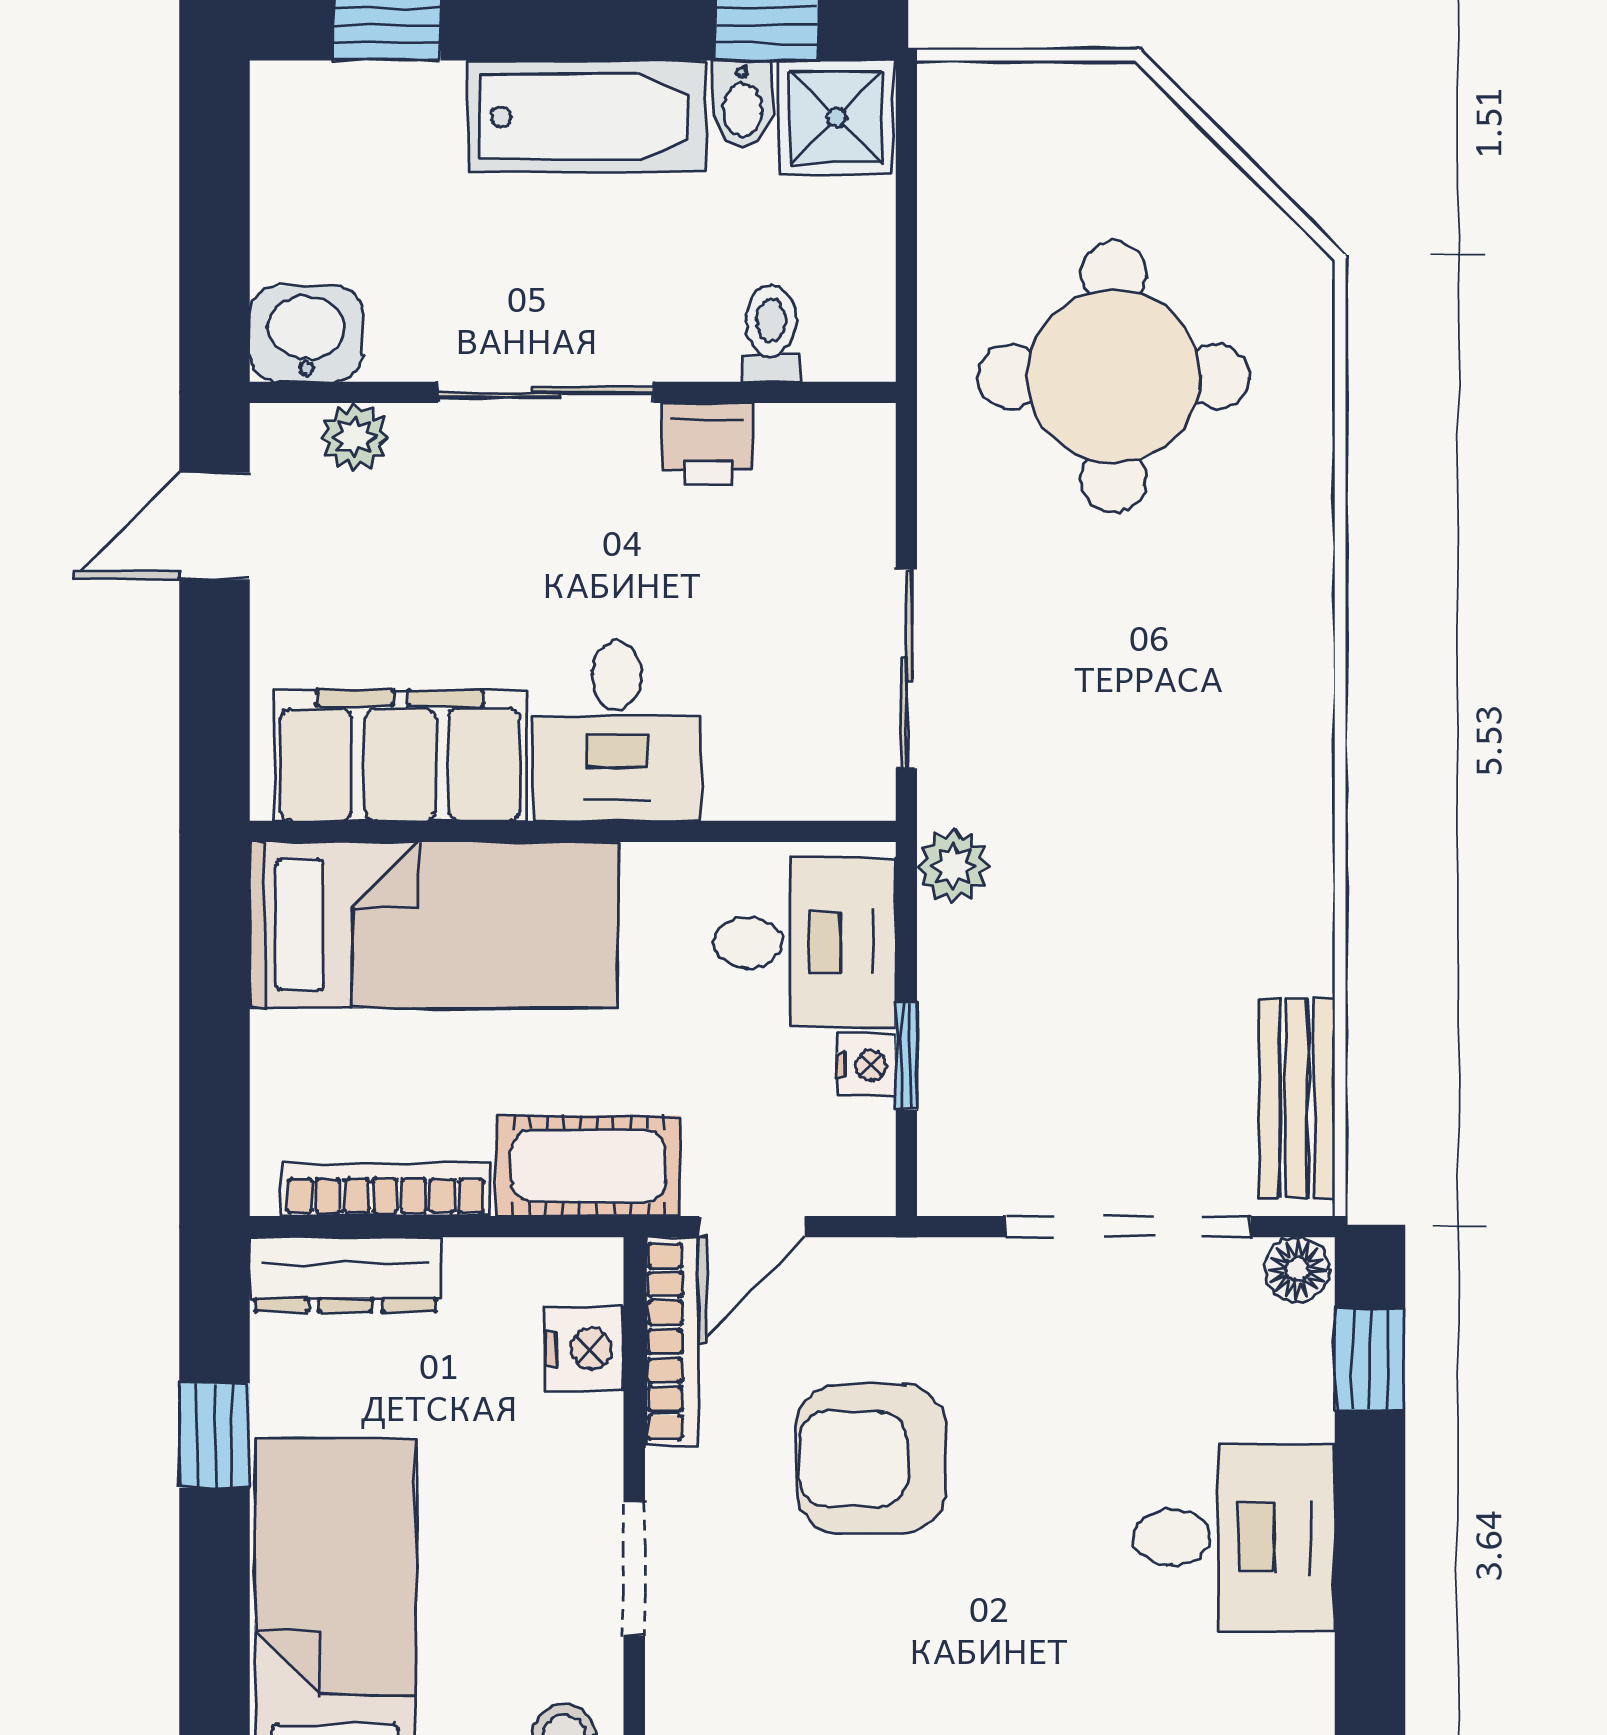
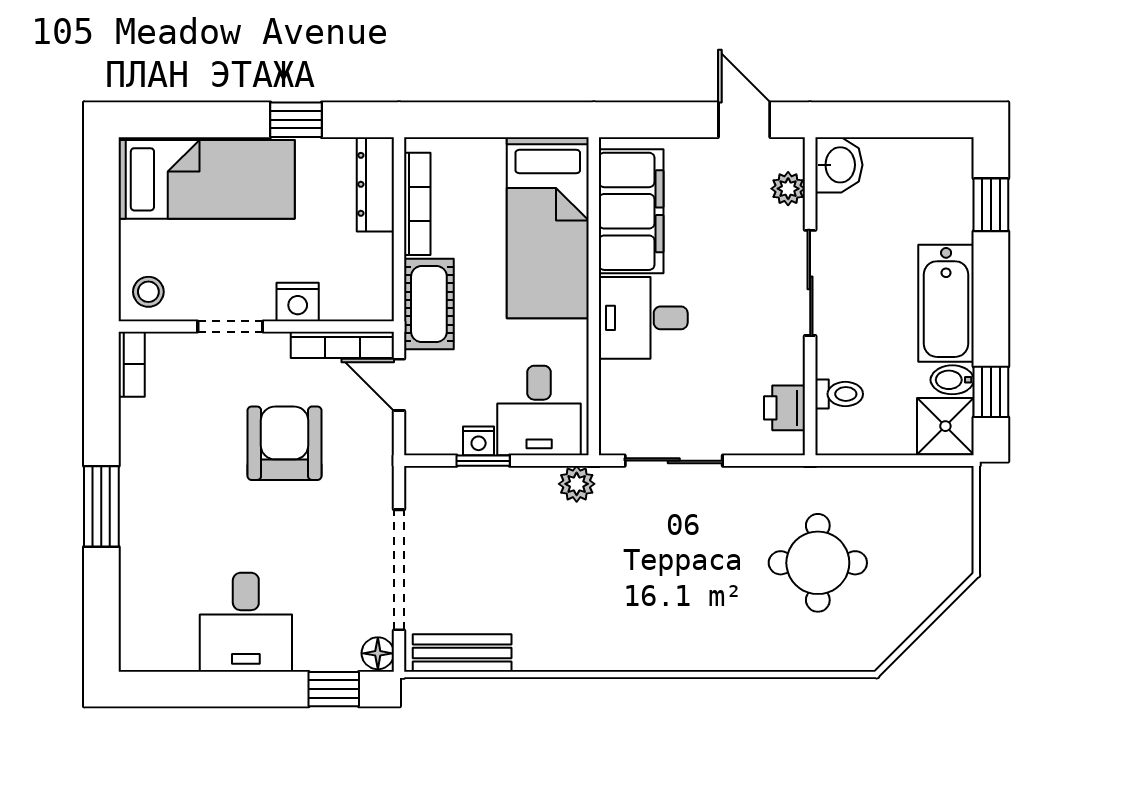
round table: (1114, 377) -> (818, 563), width x0.73, depth x0.73
printer: (708, 444) -> (784, 408), moved
nightstand: (584, 1349) -> (298, 302), moved

